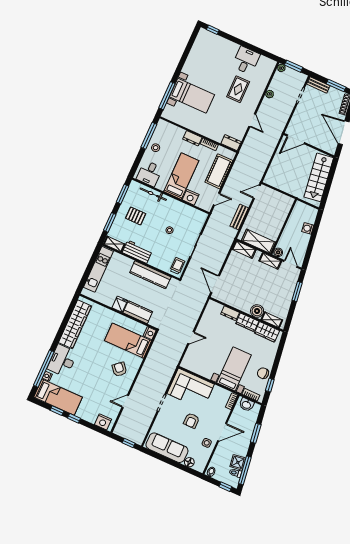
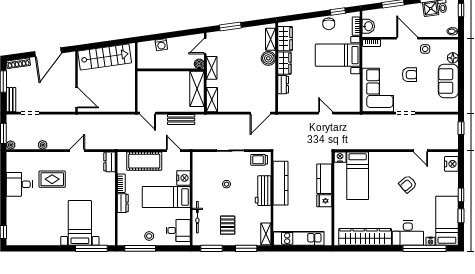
workbench: (137, 252) -> (263, 191), moved
armchair: (119, 369) -> (408, 184), moved
sofa: (167, 448) -> (448, 81), width x0.73

